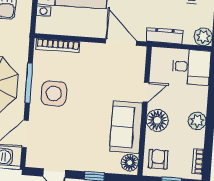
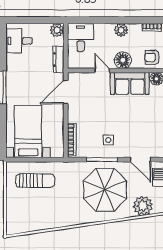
side table: (54, 93) -> (108, 140), width x0.54, depth x0.54

